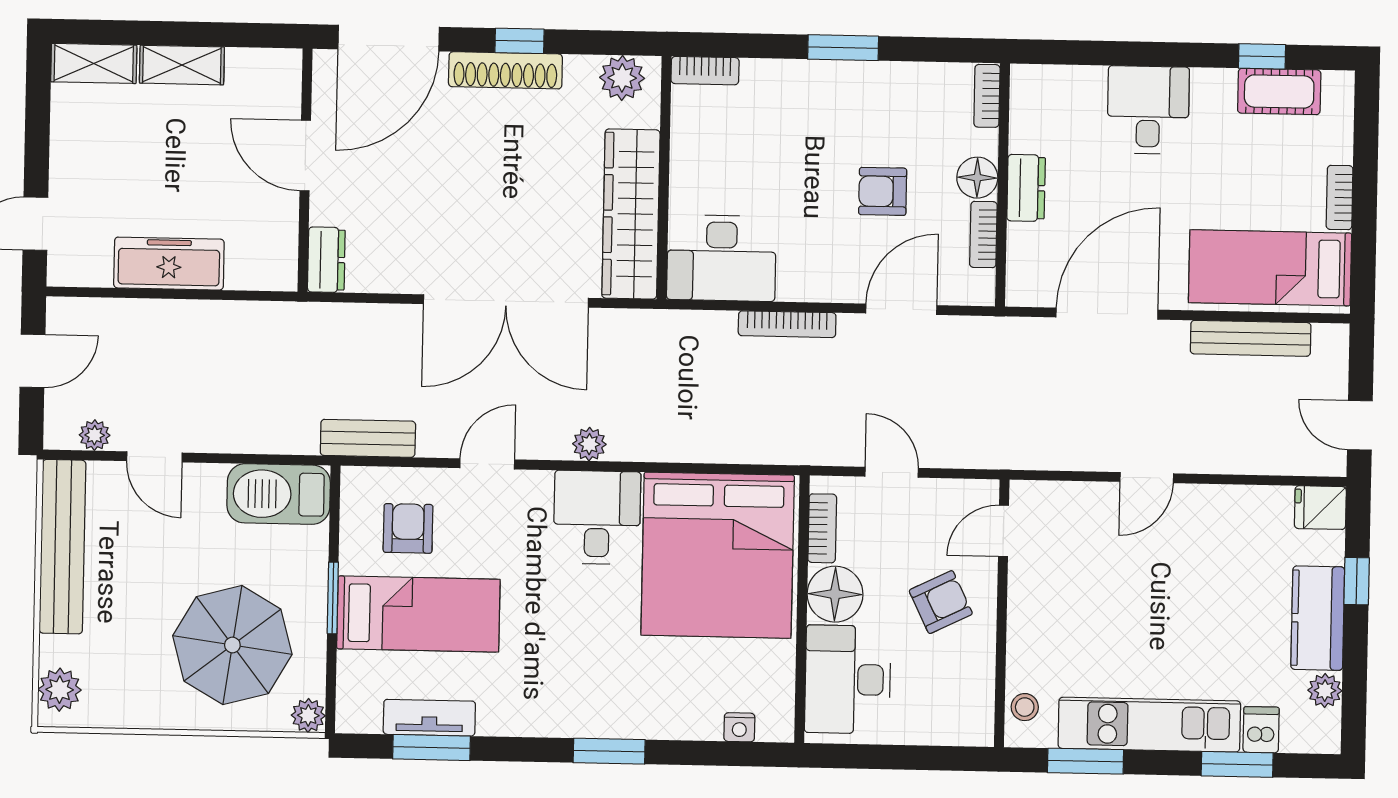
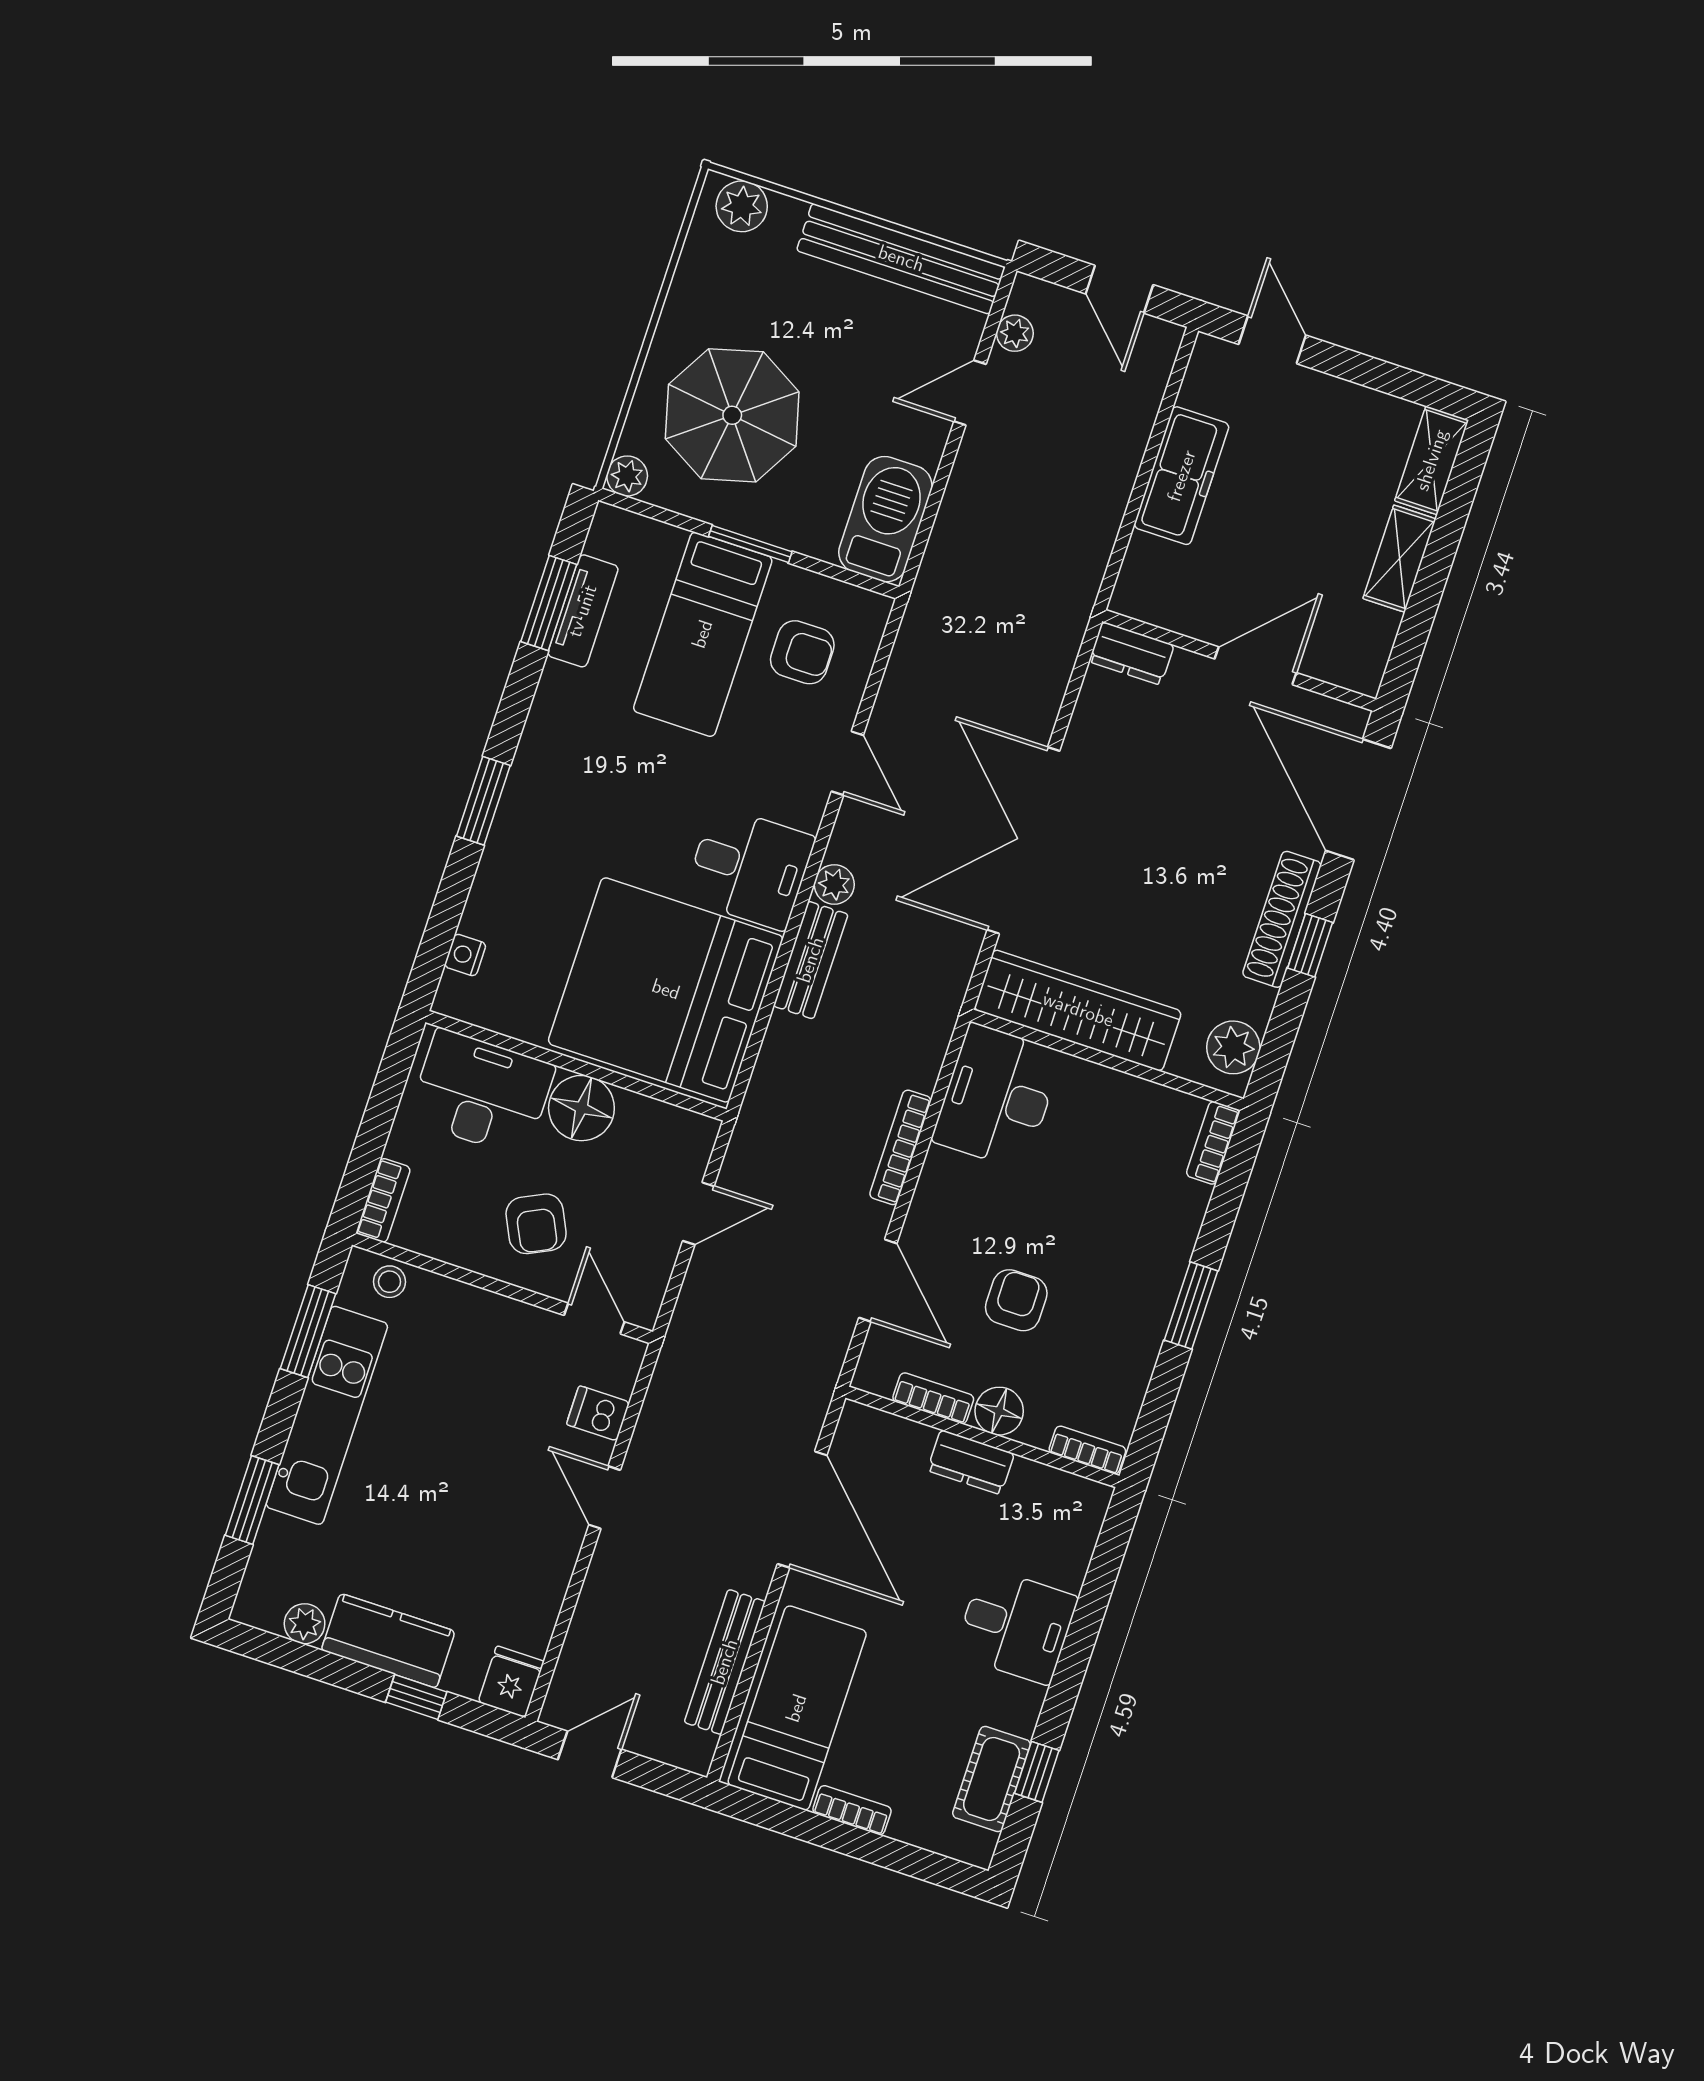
bench: (368, 438) -> (811, 960), moved
bookcase: (822, 528) -> (383, 1200), moved, turned -90
dishwasher: (1261, 730) -> (598, 1413), moved, turned 180

